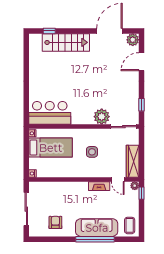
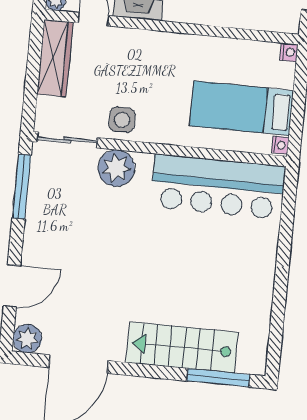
window: (49, 31) -> (218, 378), width x2.17
window: (141, 105) -> (22, 187), width x2.17
bar counter: (50, 113) -> (218, 187), width x1.36
side table: (92, 152) -> (122, 120), moved

